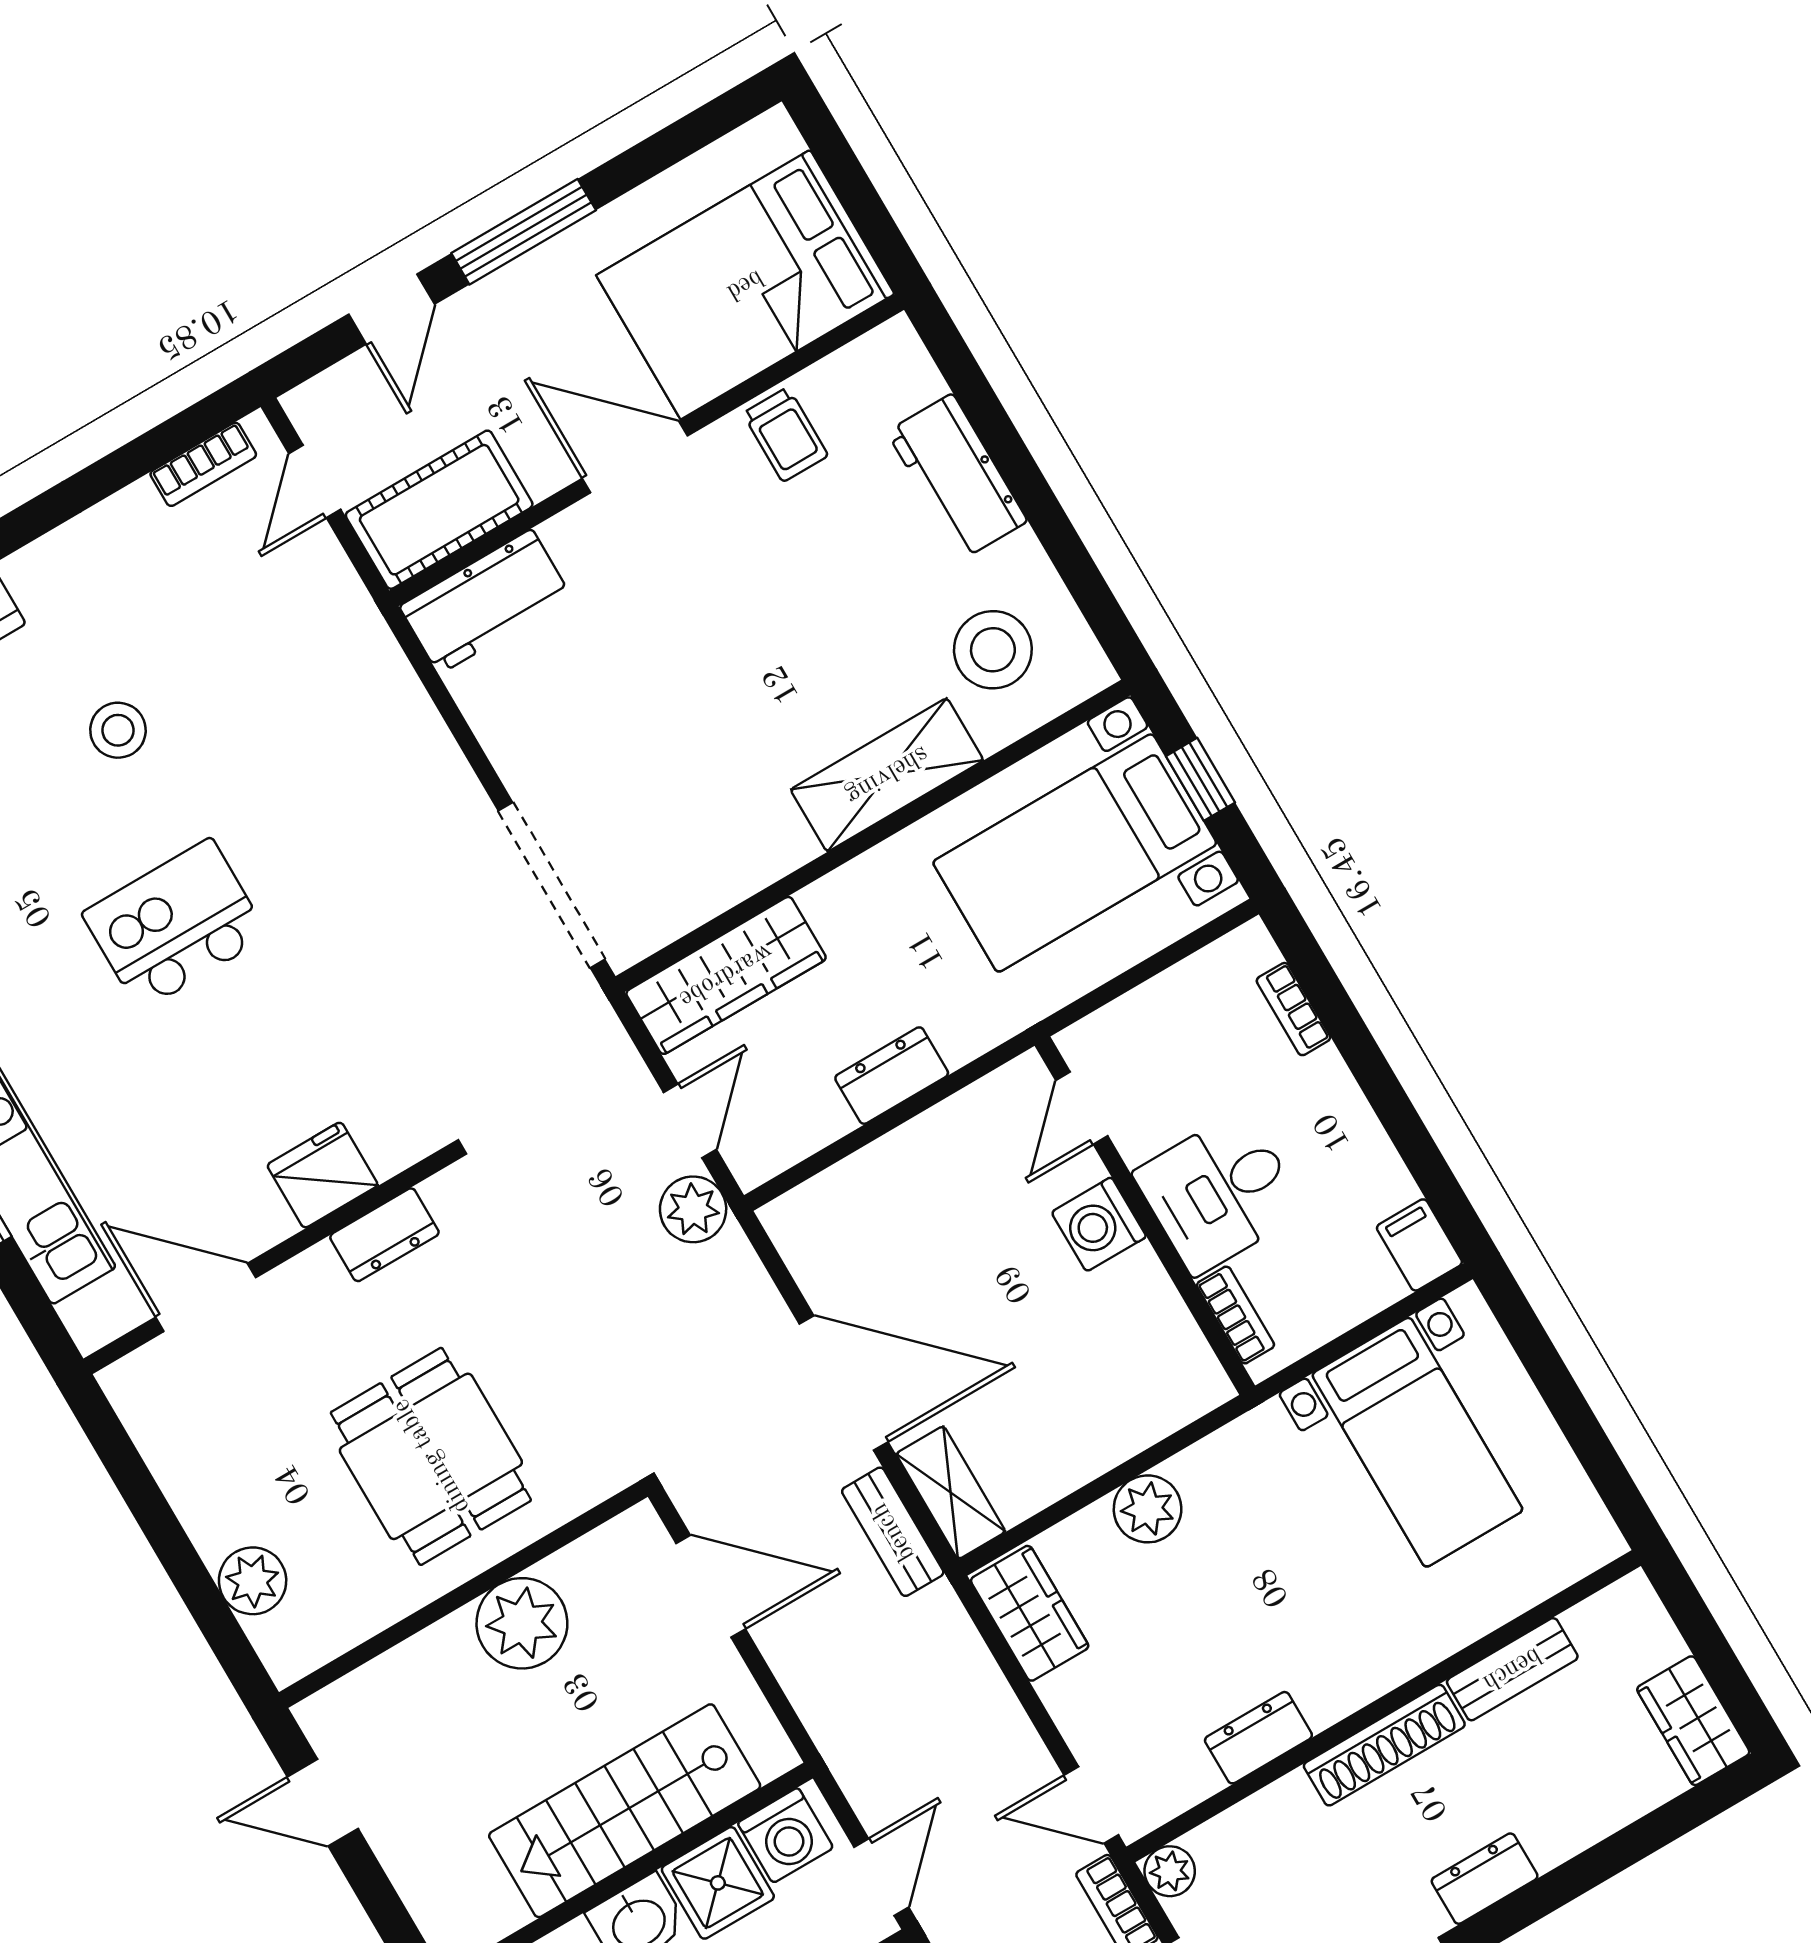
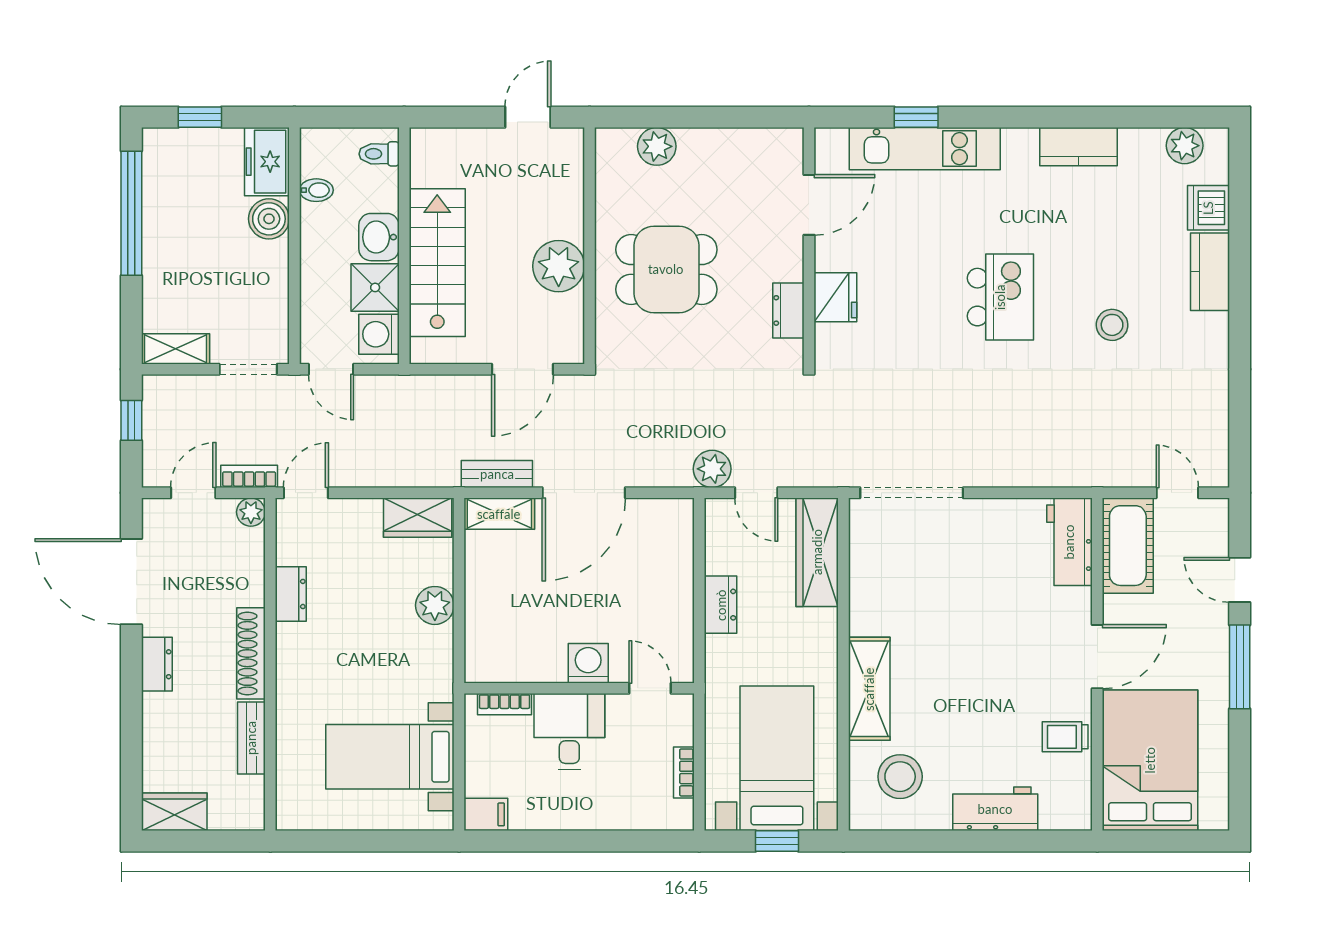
bookcase: (203, 464) -> (1218, 443), removed
bookcase: (1293, 1009) -> (684, 772), moved, turned -90

